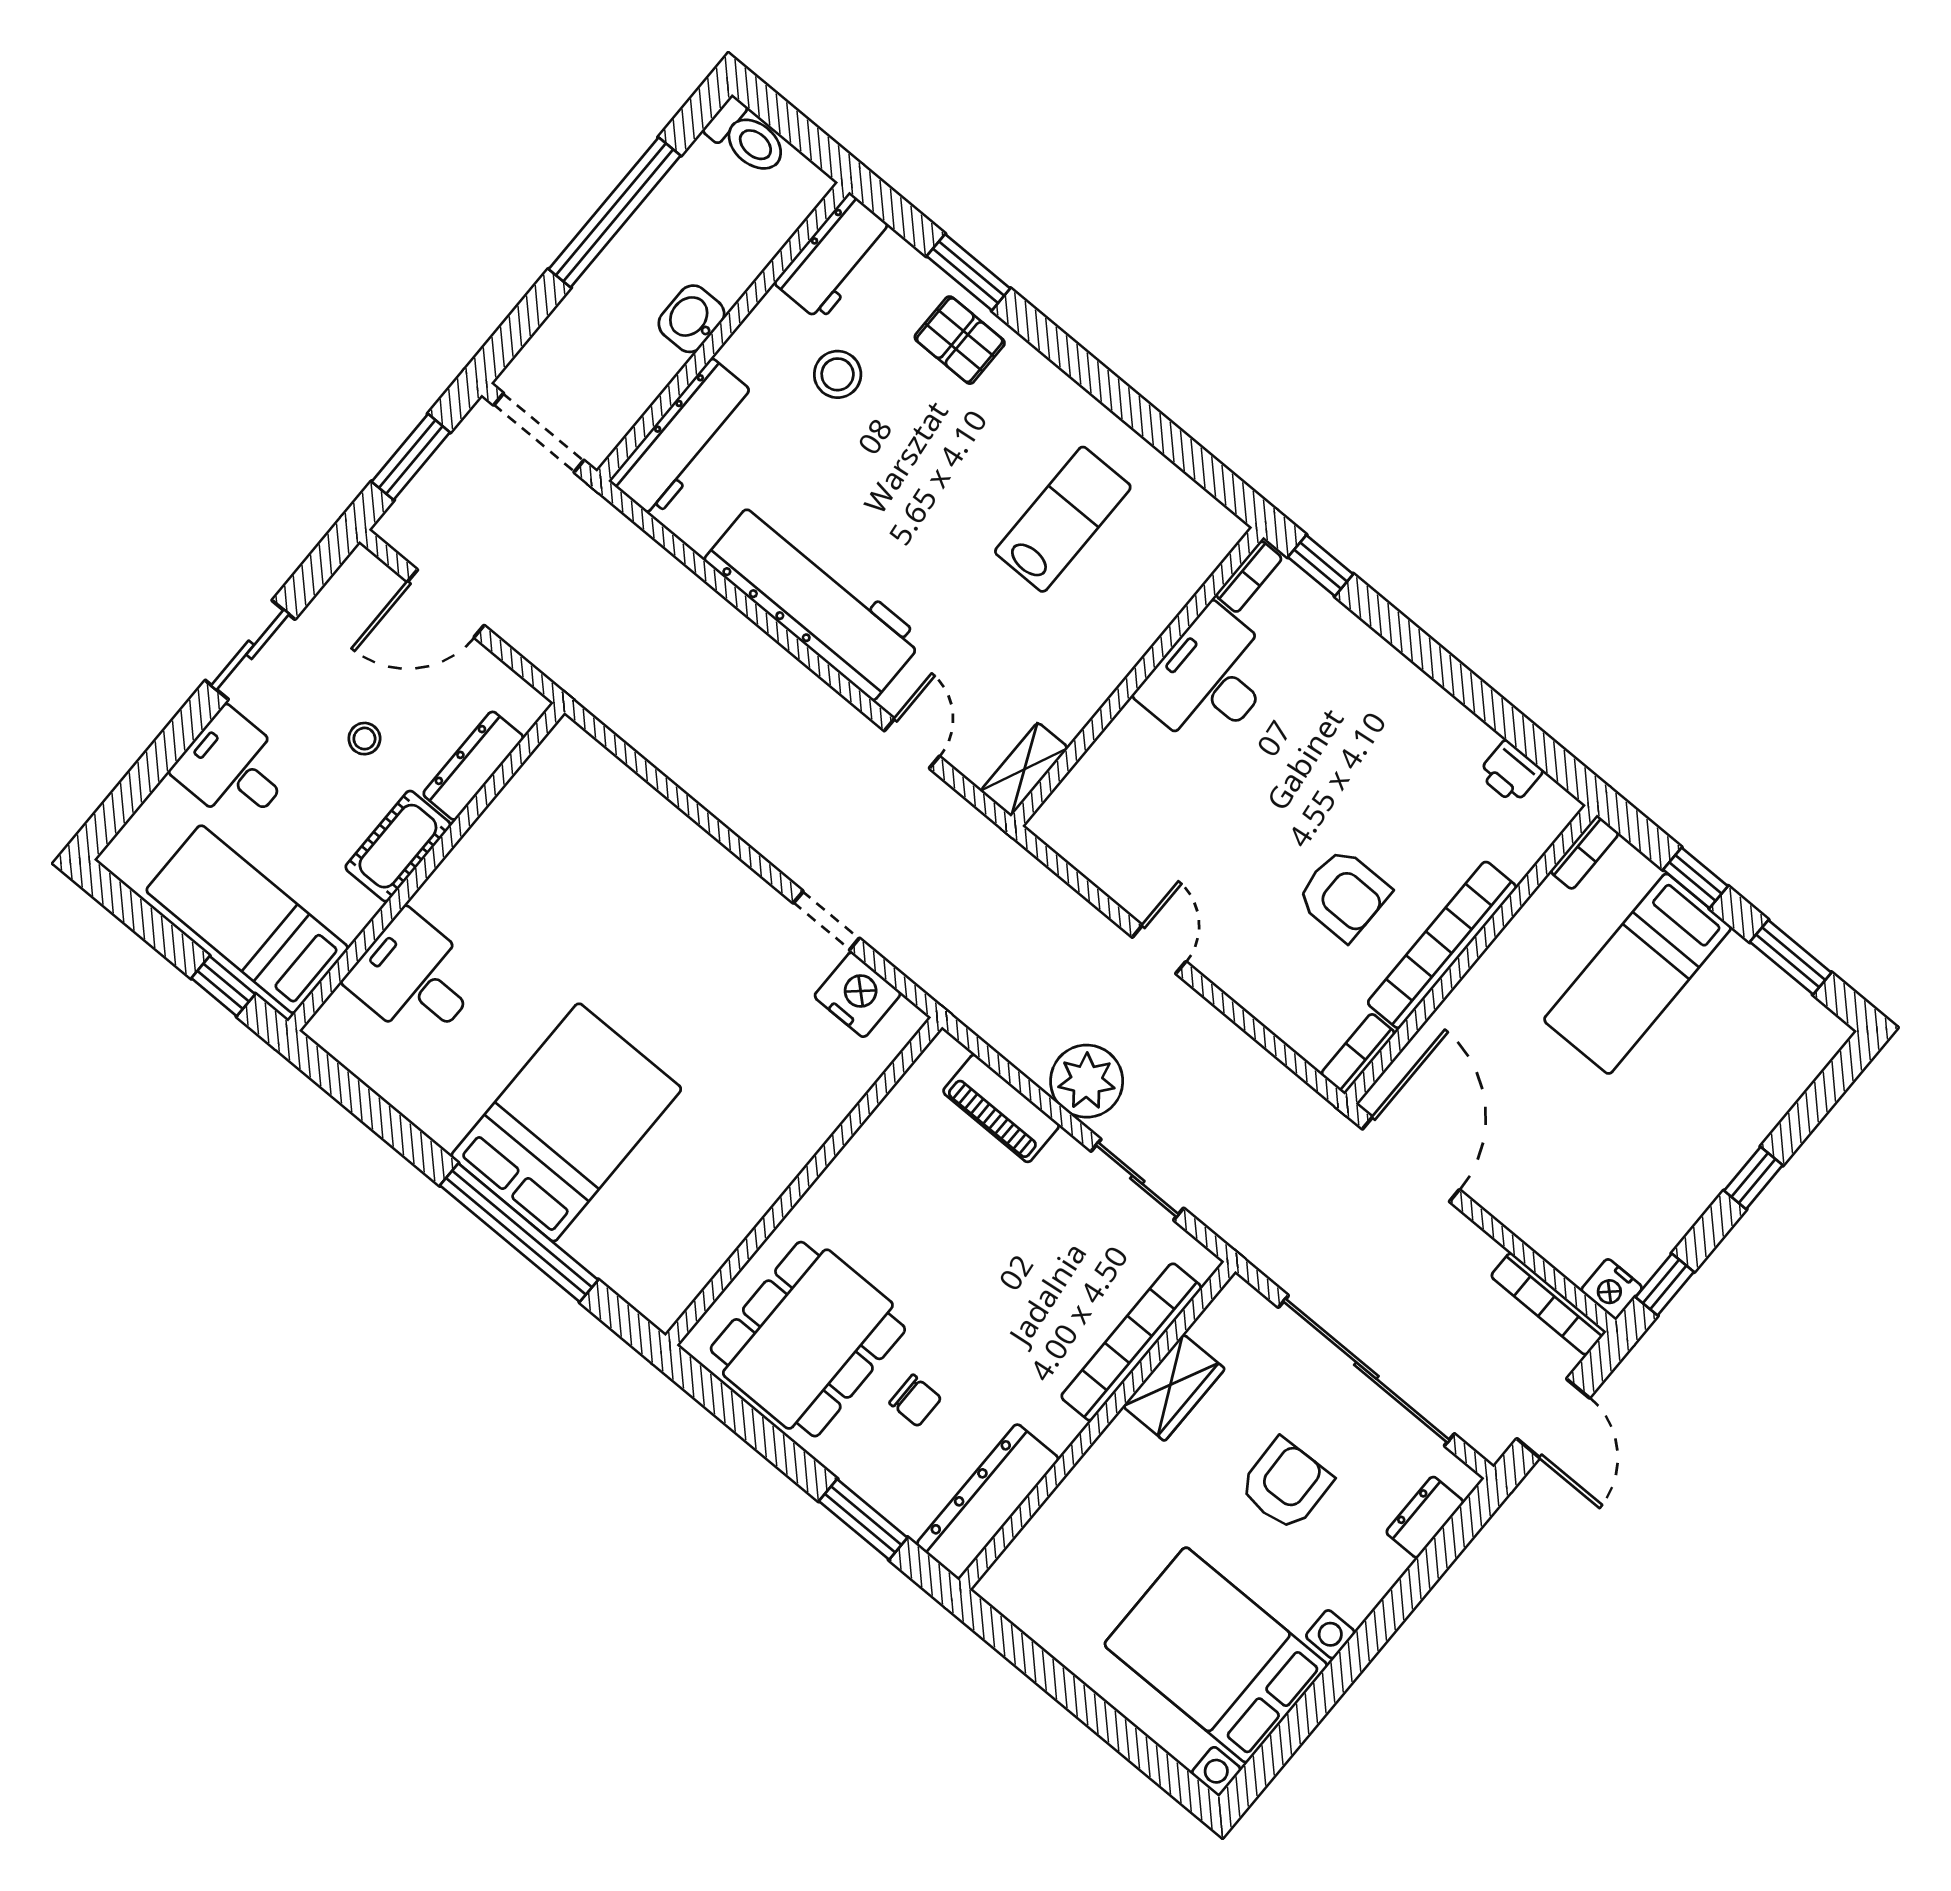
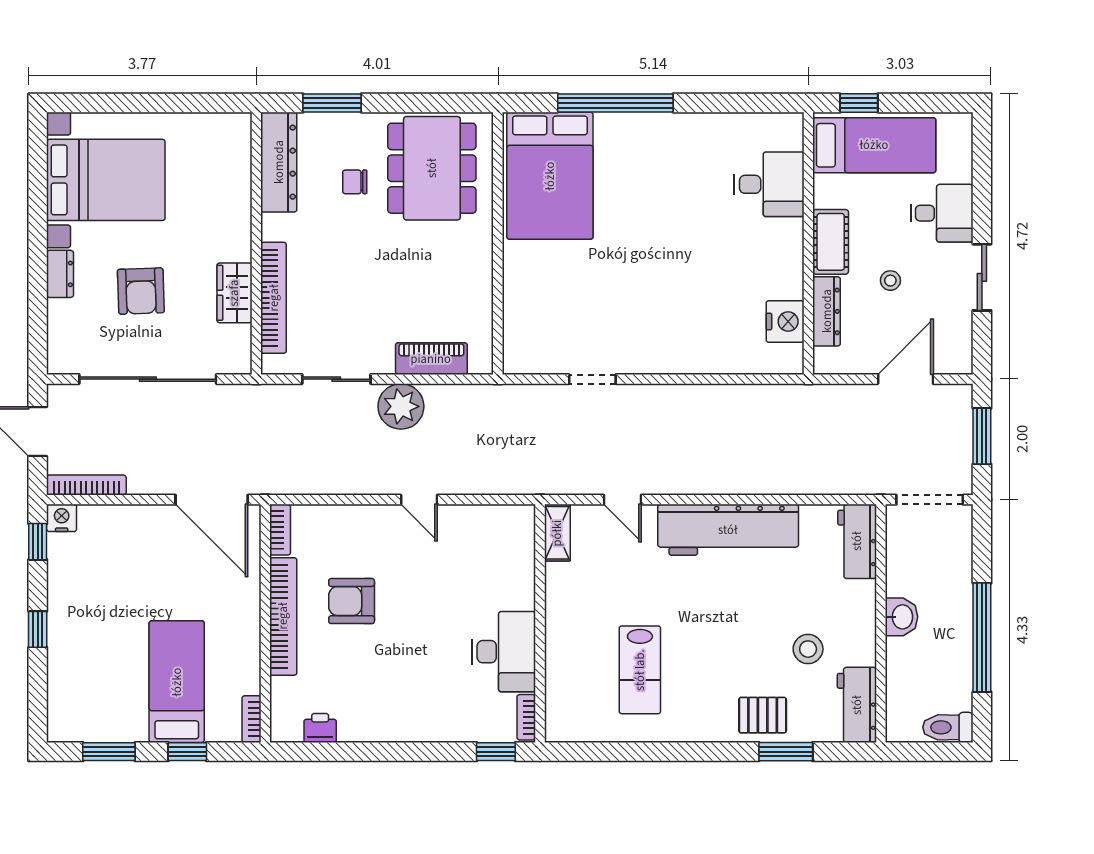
workbench: (683, 438) -> (857, 541), width x0.73
nightstand: (858, 995) -> (785, 322), moved, turned -90
bed: (566, 1122) -> (550, 176), moved
dresser: (1425, 1517) -> (60, 274), moved

